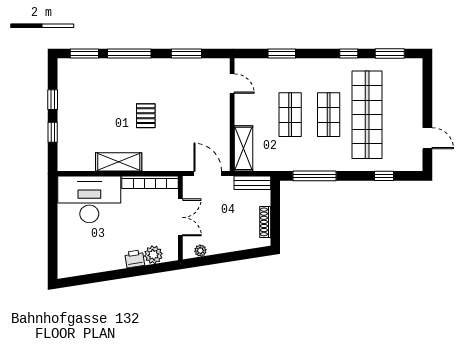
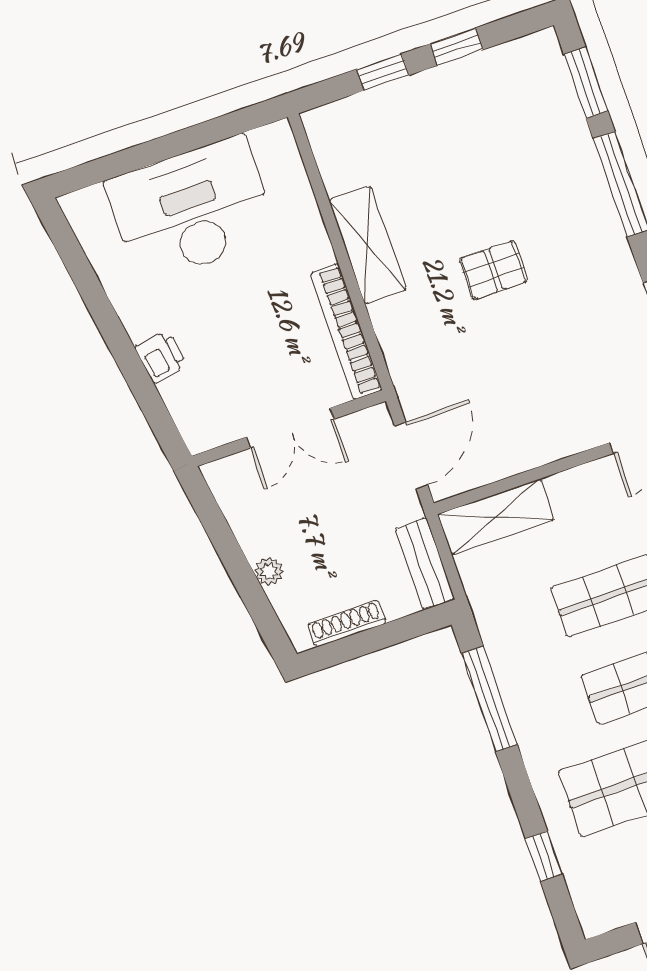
desk: (89, 199) -> (192, 210), moved, turned -90
plant: (200, 251) -> (269, 571), moved
plant: (153, 255) -> (185, 396), removed

